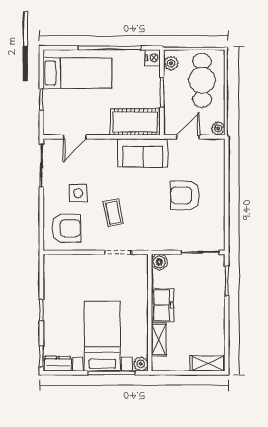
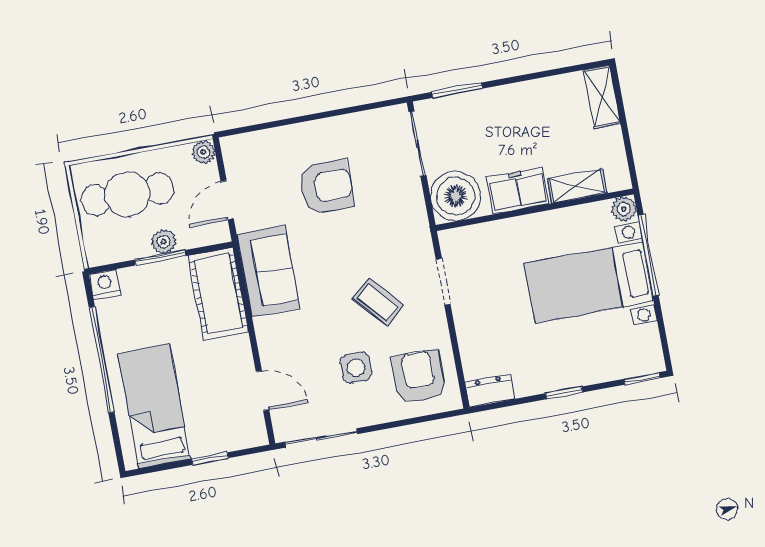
plant: (171, 63) -> (164, 242), moved
door: (188, 137) -> (227, 200), hinge flipped
armchair: (185, 195) -> (326, 187), turned -90
coffee table: (113, 213) -> (378, 302), turned 60
boiler: (159, 262) -> (456, 196), width x1.86, depth x1.86
dresser: (58, 364) -> (490, 391), moved, turned 90

